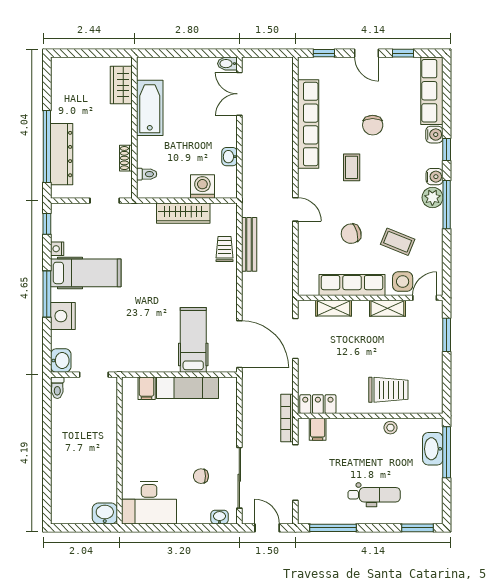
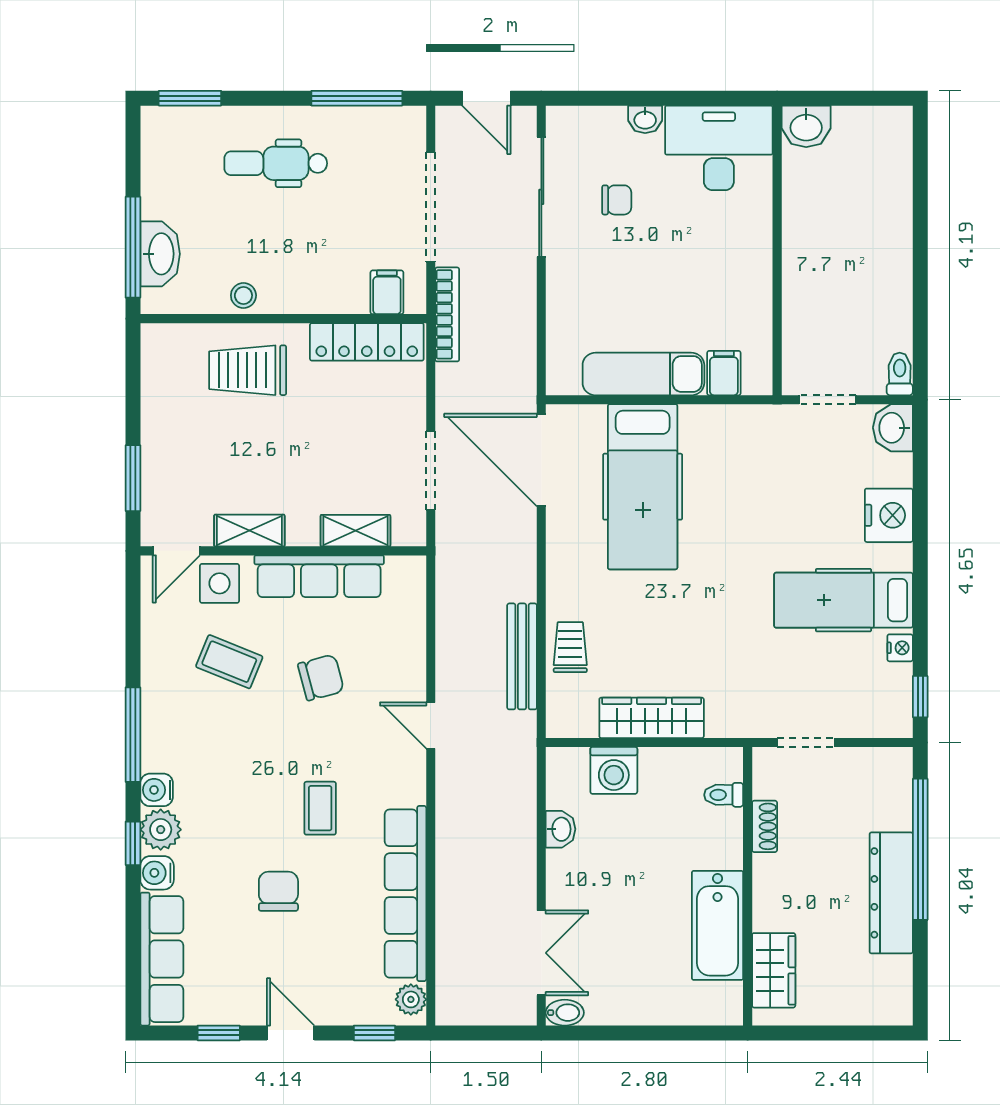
plant: (305, 70) -> (411, 999), added
dresser: (62, 154) -> (891, 893), moved
plant: (432, 198) -> (161, 830), moved
trolley: (225, 249) -> (570, 647), turned 180
window: (47, 294) -> (920, 559), removed
hospital bed: (193, 340) -> (643, 487), width x1.37, depth x1.29
locker: (318, 404) -> (367, 342), width x1.53
washbasin: (220, 517) -> (645, 119), moved

